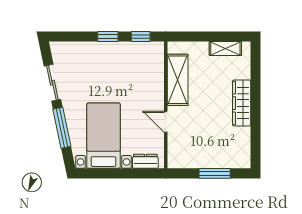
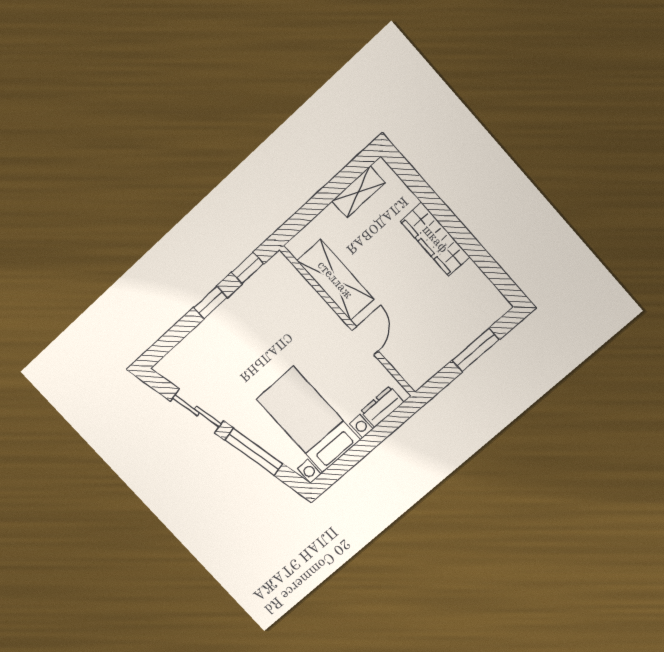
door: (166, 122) -> (365, 341), swing flipped

